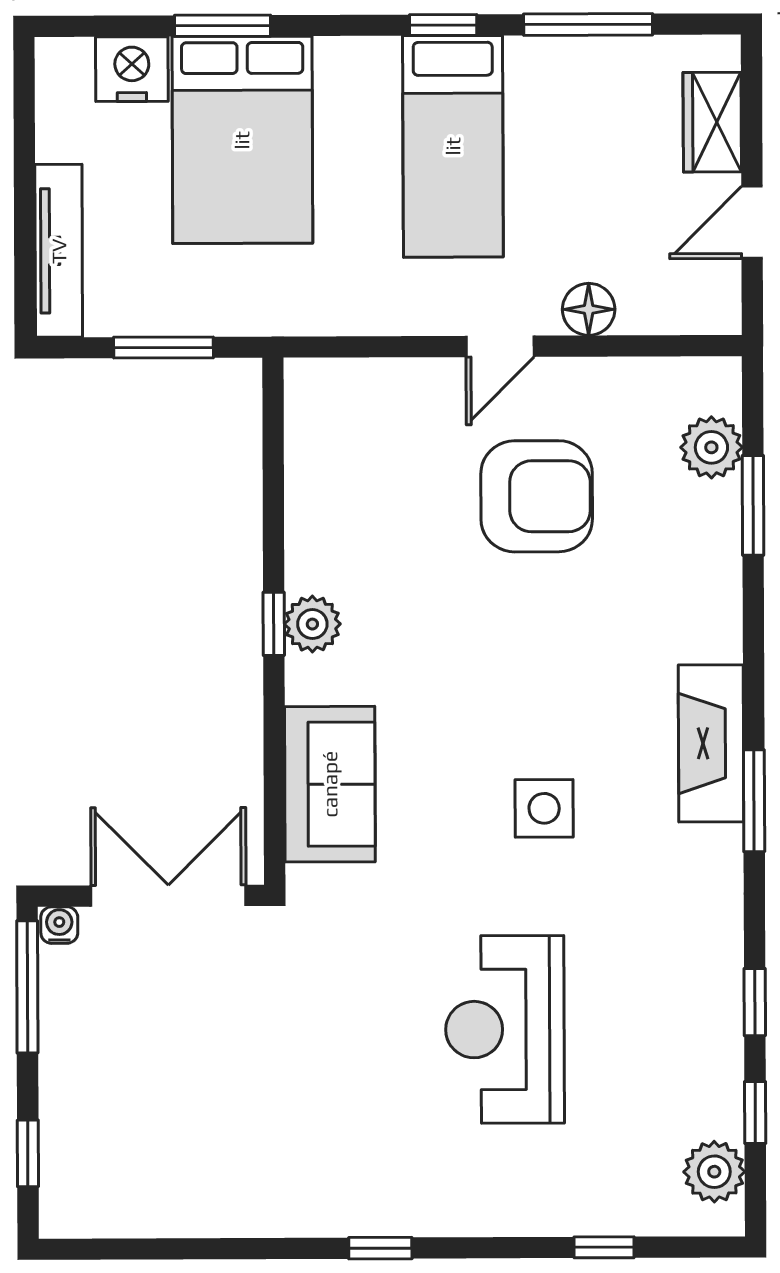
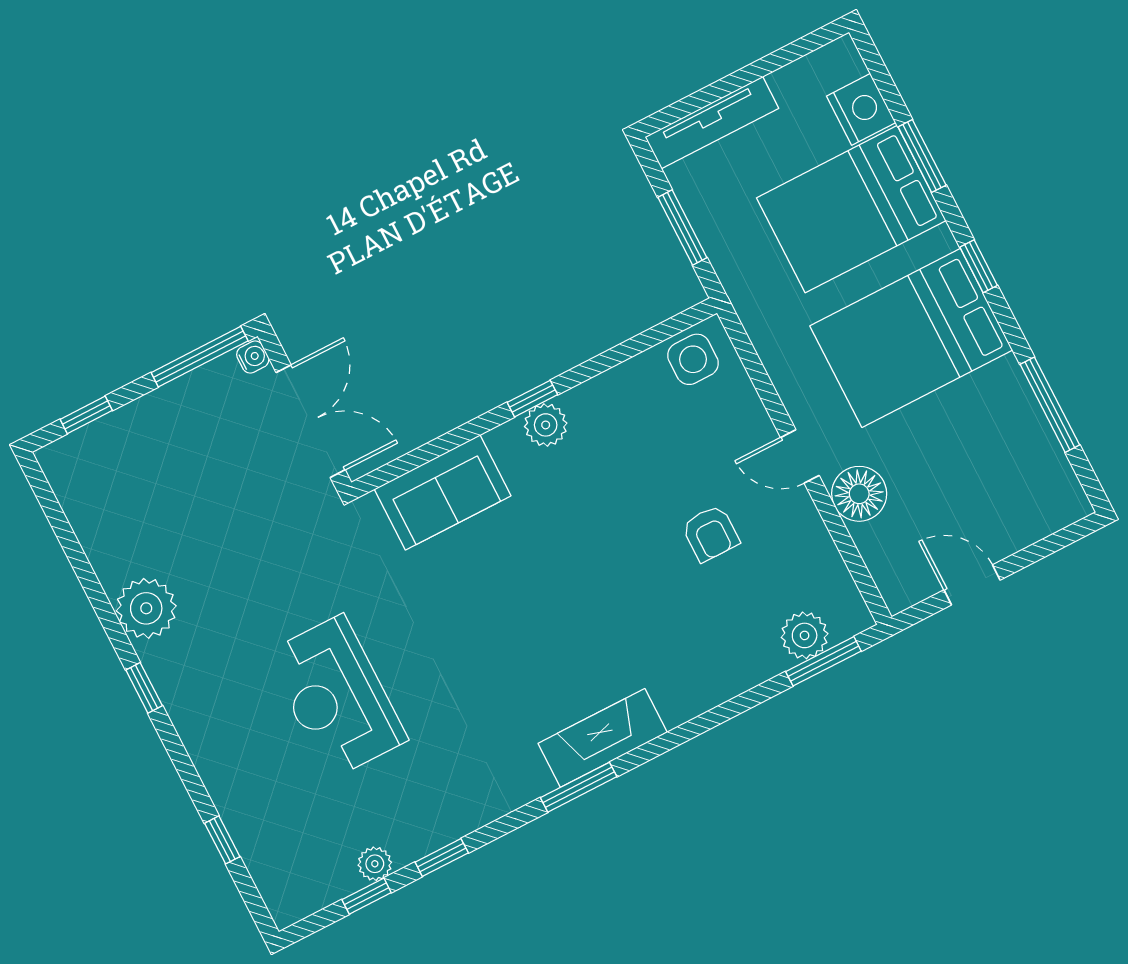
window: (443, 25) -> (979, 266), moved
wardrobe: (712, 122) -> (1026, 523), removed
bed: (453, 146) -> (911, 338), width x1.50
floor lamp: (589, 309) -> (859, 494), width x1.38, depth x1.38
armchair: (537, 496) -> (711, 533), width x0.53, depth x0.53
window: (753, 505) -> (823, 661), moved
side table: (544, 808) -> (693, 359), moved
reception desk: (505, 1029) -> (336, 697), turned -90
plant: (714, 1172) -> (375, 864), moved, width x0.73, depth x0.73
plant: (289, 1198) -> (146, 608), added

